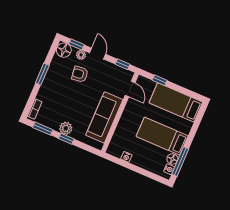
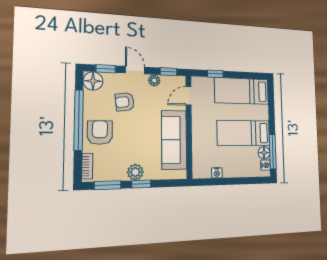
plant: (81, 55) -> (154, 80), moved
window: (42, 74) -> (79, 120), width x2.11
armchair: (53, 89) -> (100, 133), added
door: (130, 89) -> (189, 96), swing flipped

